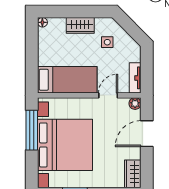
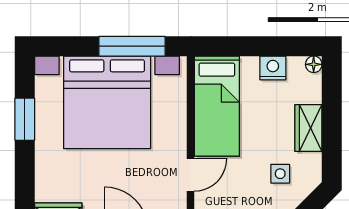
nightstand: (45, 47) -> (273, 68), added
door: (108, 95) -> (191, 175), hinge flipped

